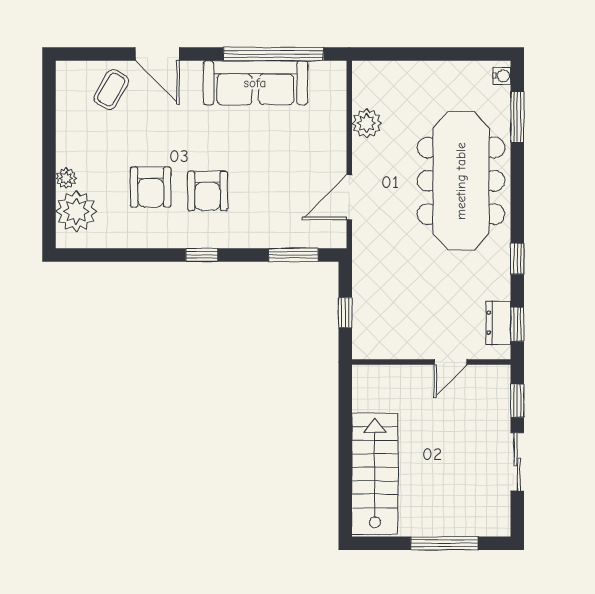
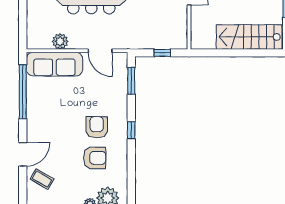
sofa: (255, 83) -> (54, 64), moved, turned 90
armchair: (208, 191) -> (97, 127), turned -90

